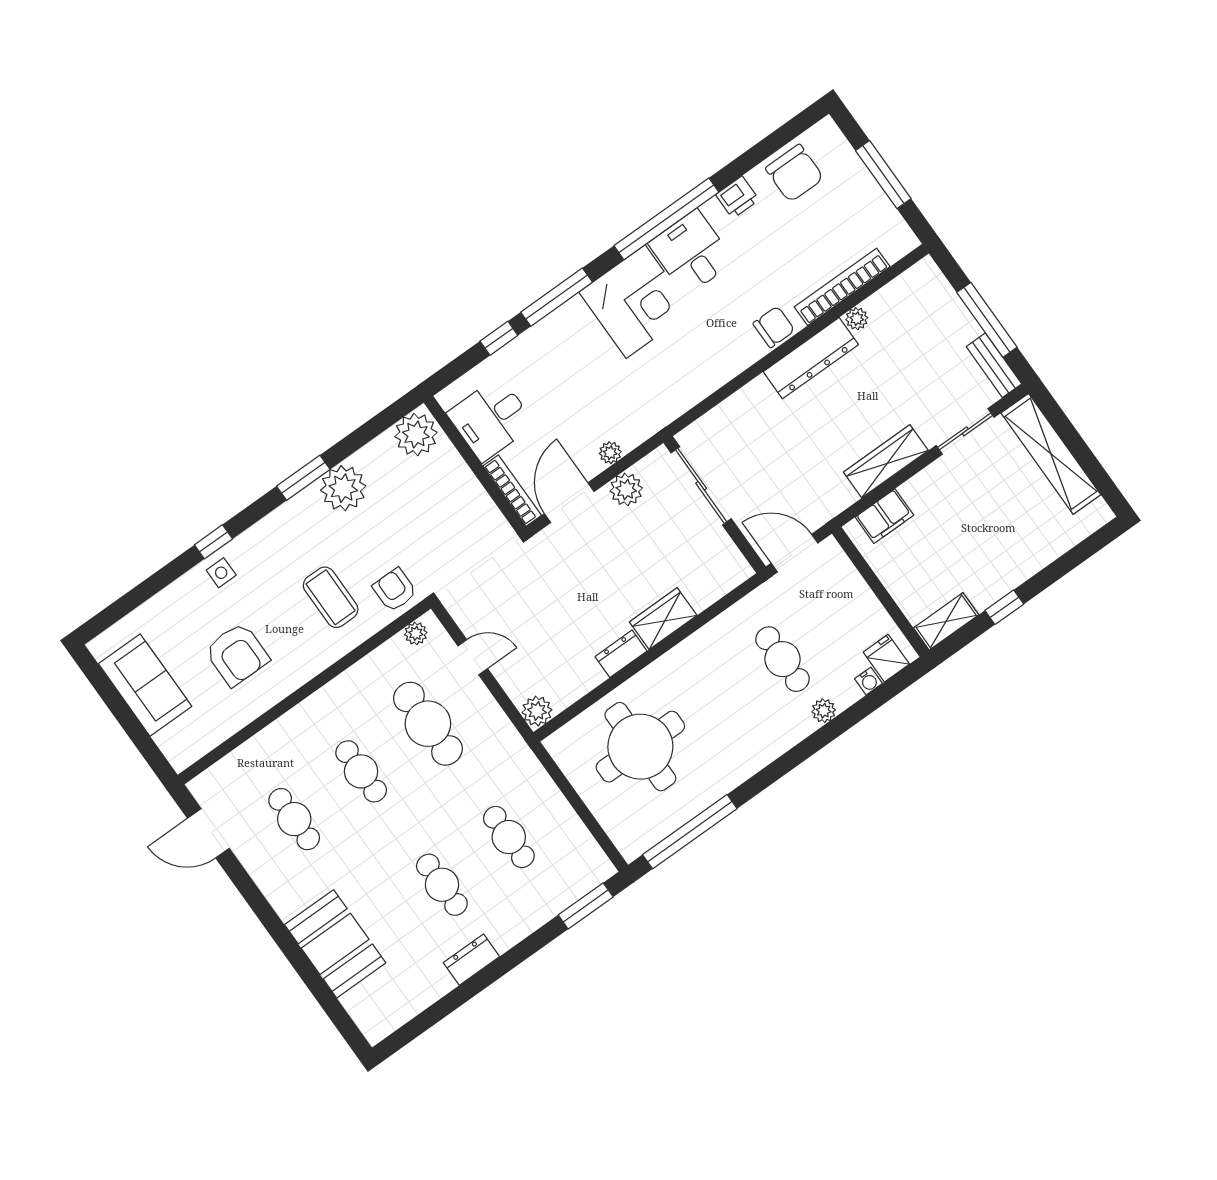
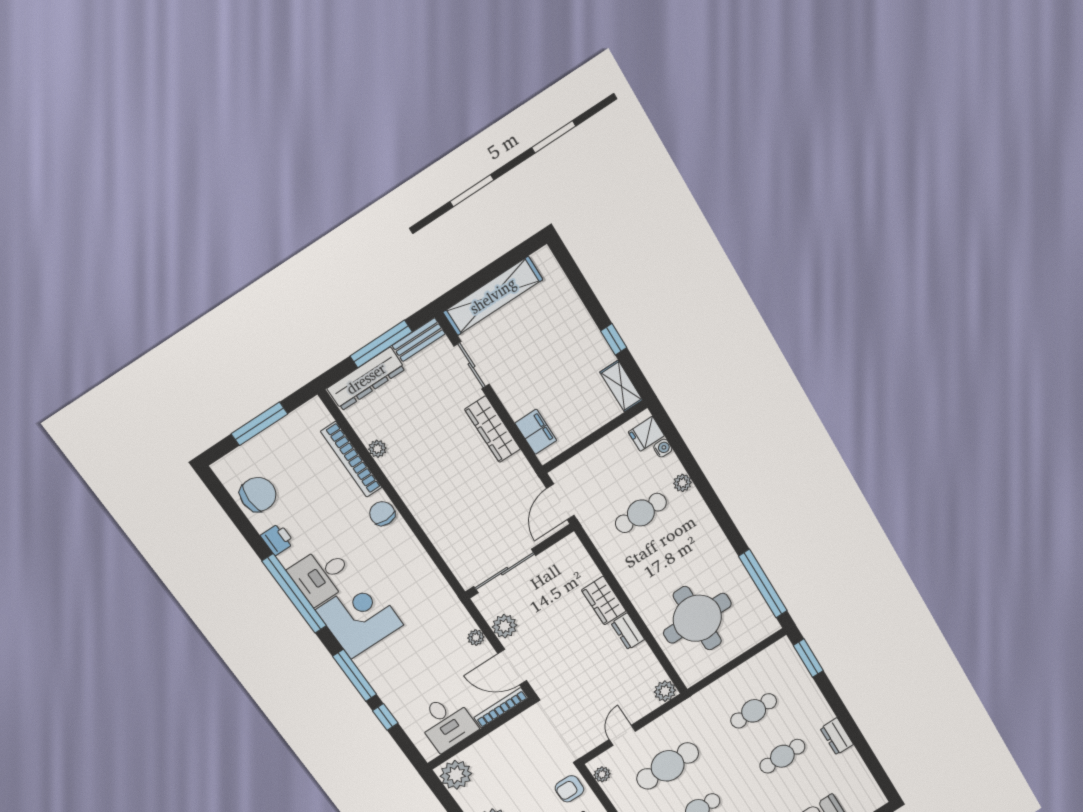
dresser: (811, 358) -> (366, 379), moved, turned 90

